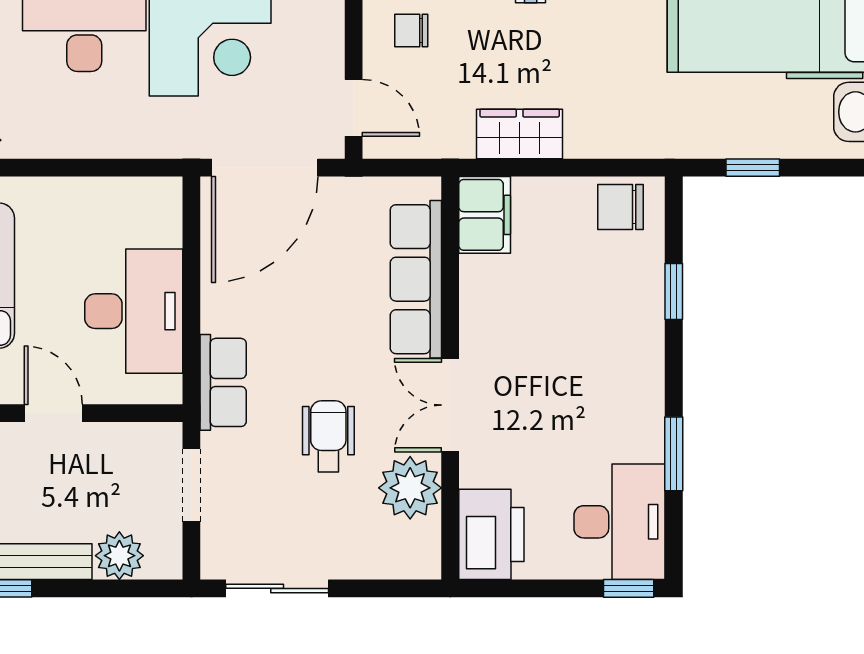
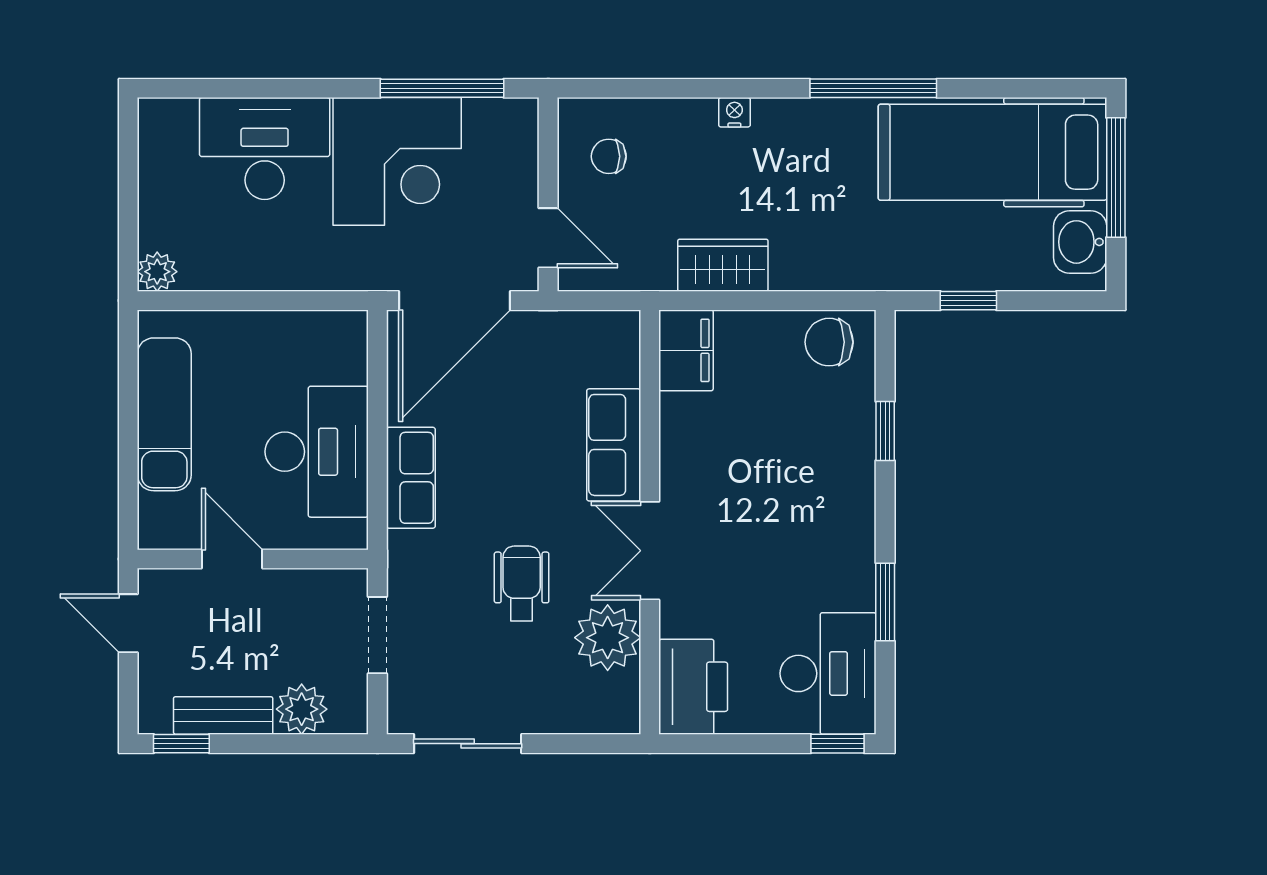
row of seats: (416, 279) -> (614, 445), width x0.68
row of seats: (223, 382) -> (411, 478), moved

